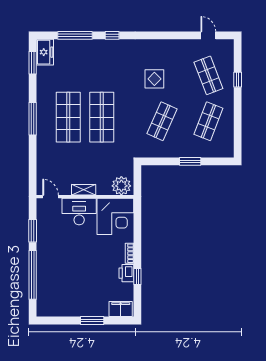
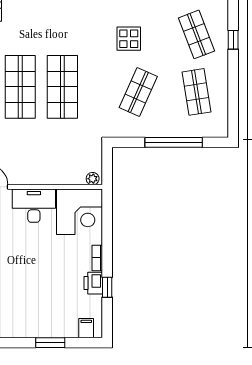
shop shelf: (208, 121) -> (196, 92), turned -30
window: (190, 161) -> (174, 142), width x2.11
plant: (121, 186) -> (93, 179), width x0.53, depth x0.53
shelving: (84, 190) -> (40, 178), removed
filing cabinet: (121, 309) -> (86, 328), width x0.50

